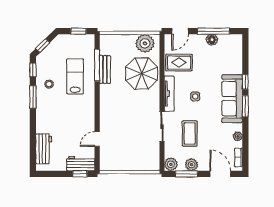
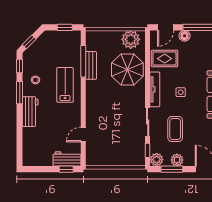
floor lamp: (212, 40) -> (185, 36), moved
lab bench: (75, 76) -> (65, 85), moved
workbench: (44, 149) -> (30, 112), moved
window: (162, 155) -> (148, 150), added

